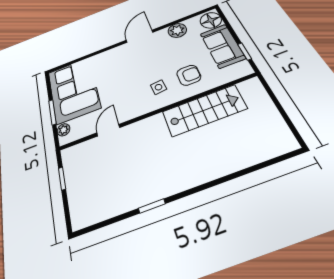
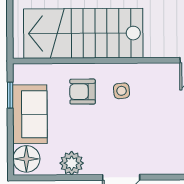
stairs: (204, 110) -> (83, 33), width x1.36, depth x1.51

